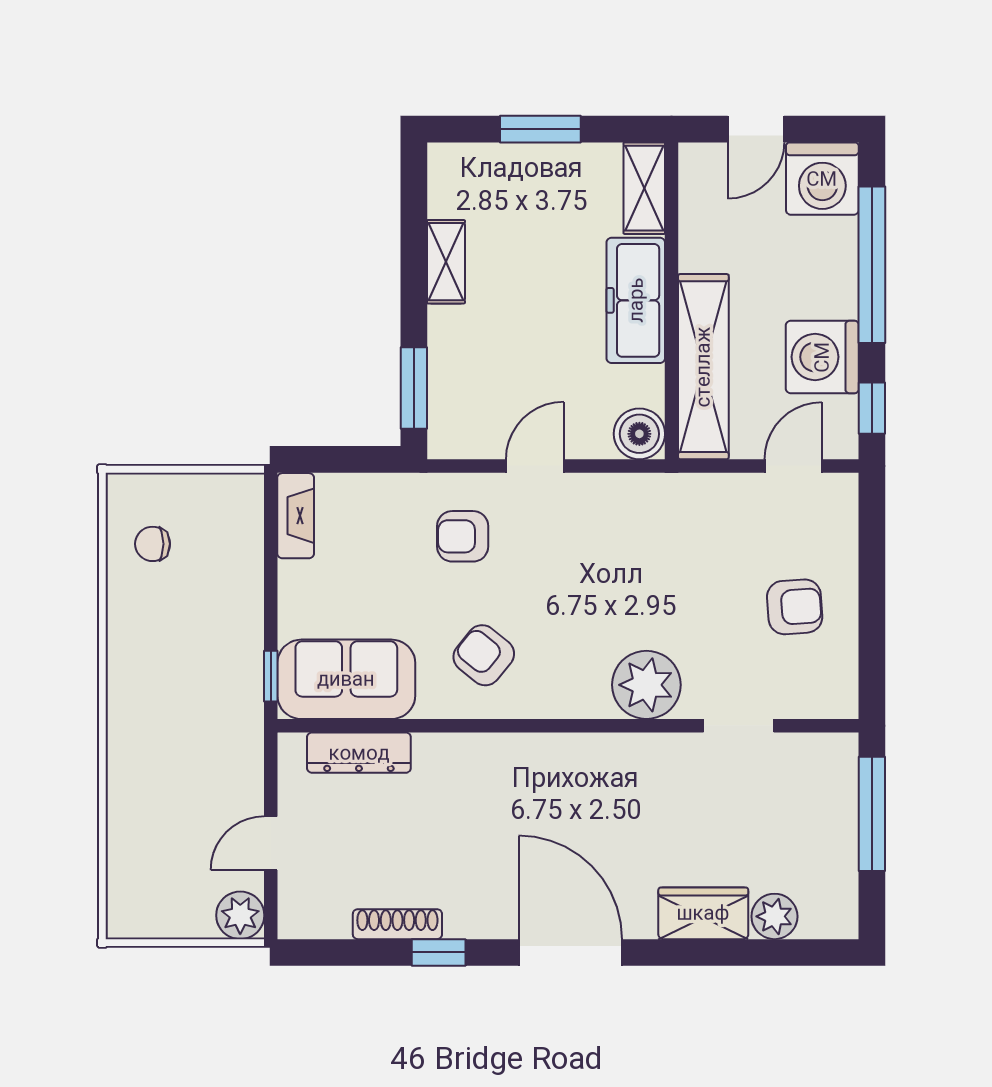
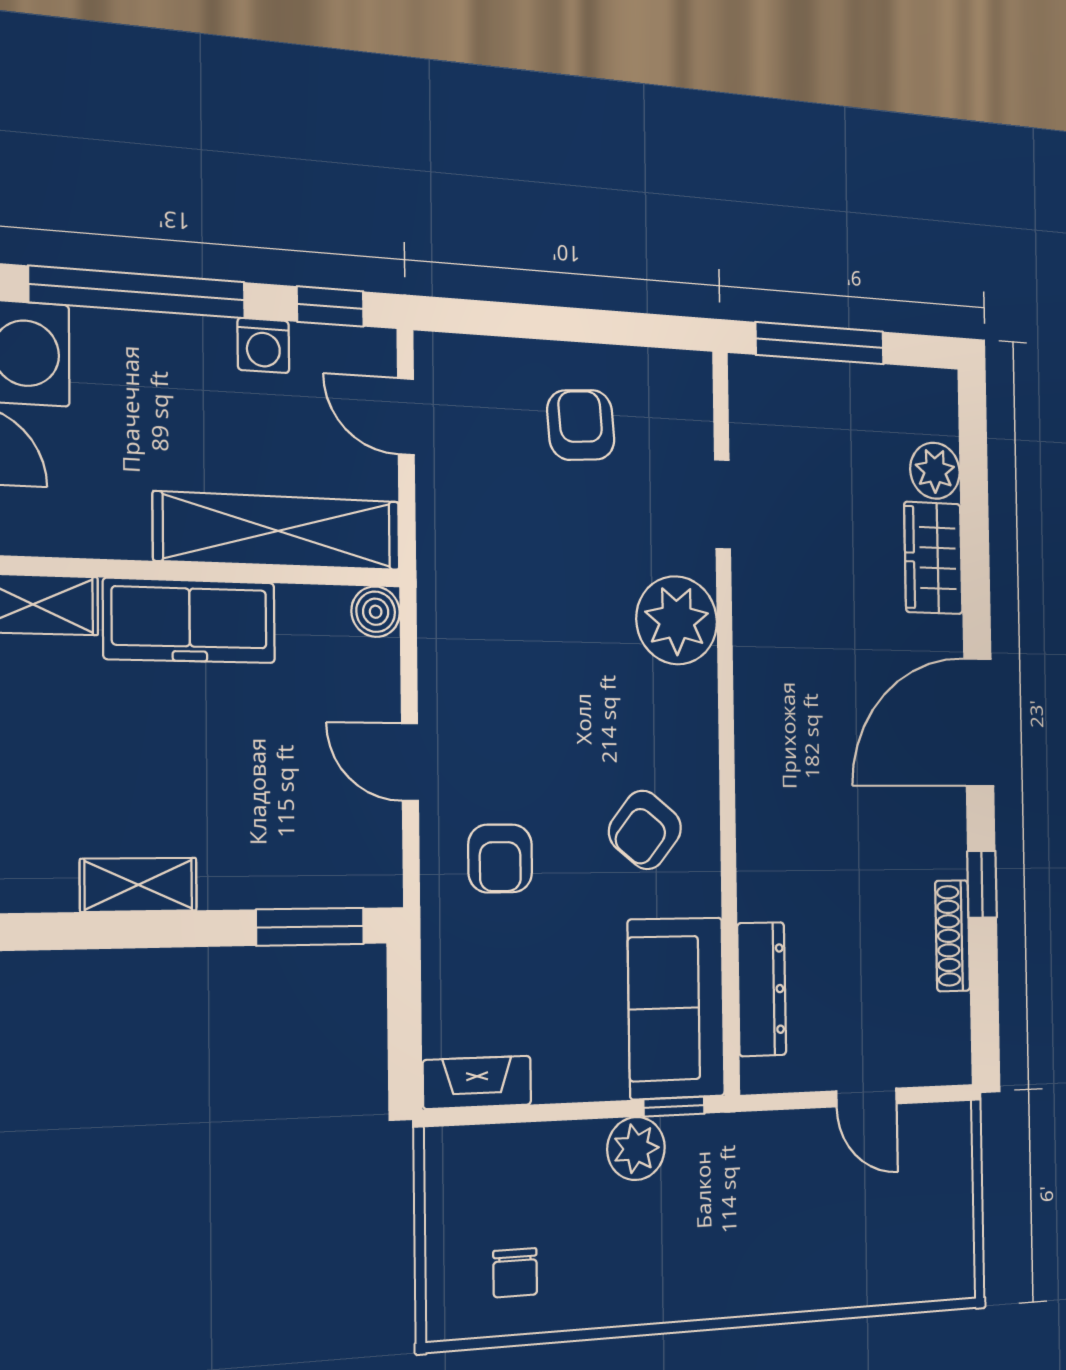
washing machine: (822, 357) -> (263, 345), width x0.53, depth x0.53
boiler: (639, 434) -> (376, 612), width x0.73, depth x0.73
plant: (240, 915) -> (636, 1148), moved

